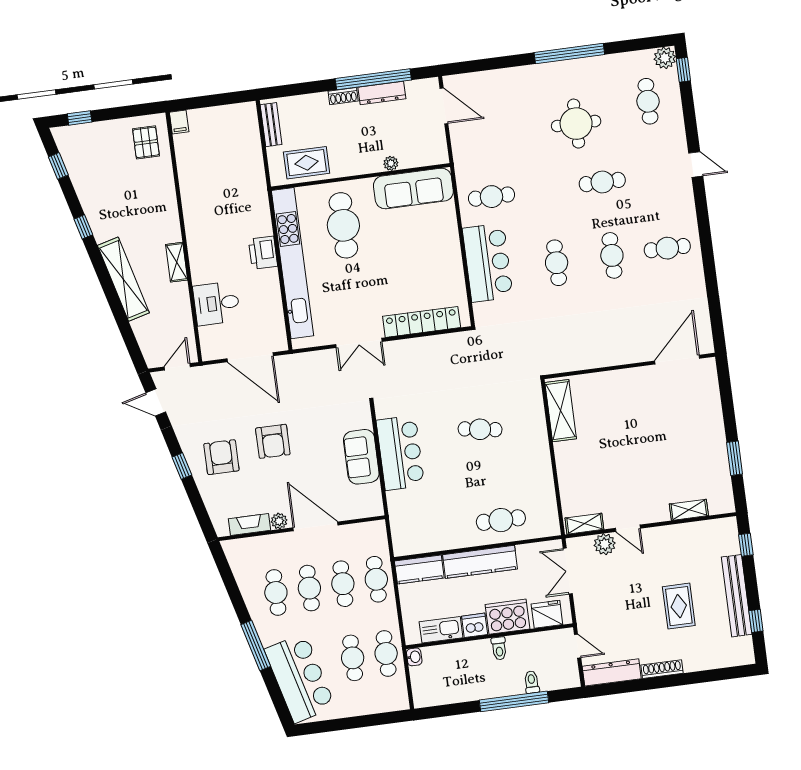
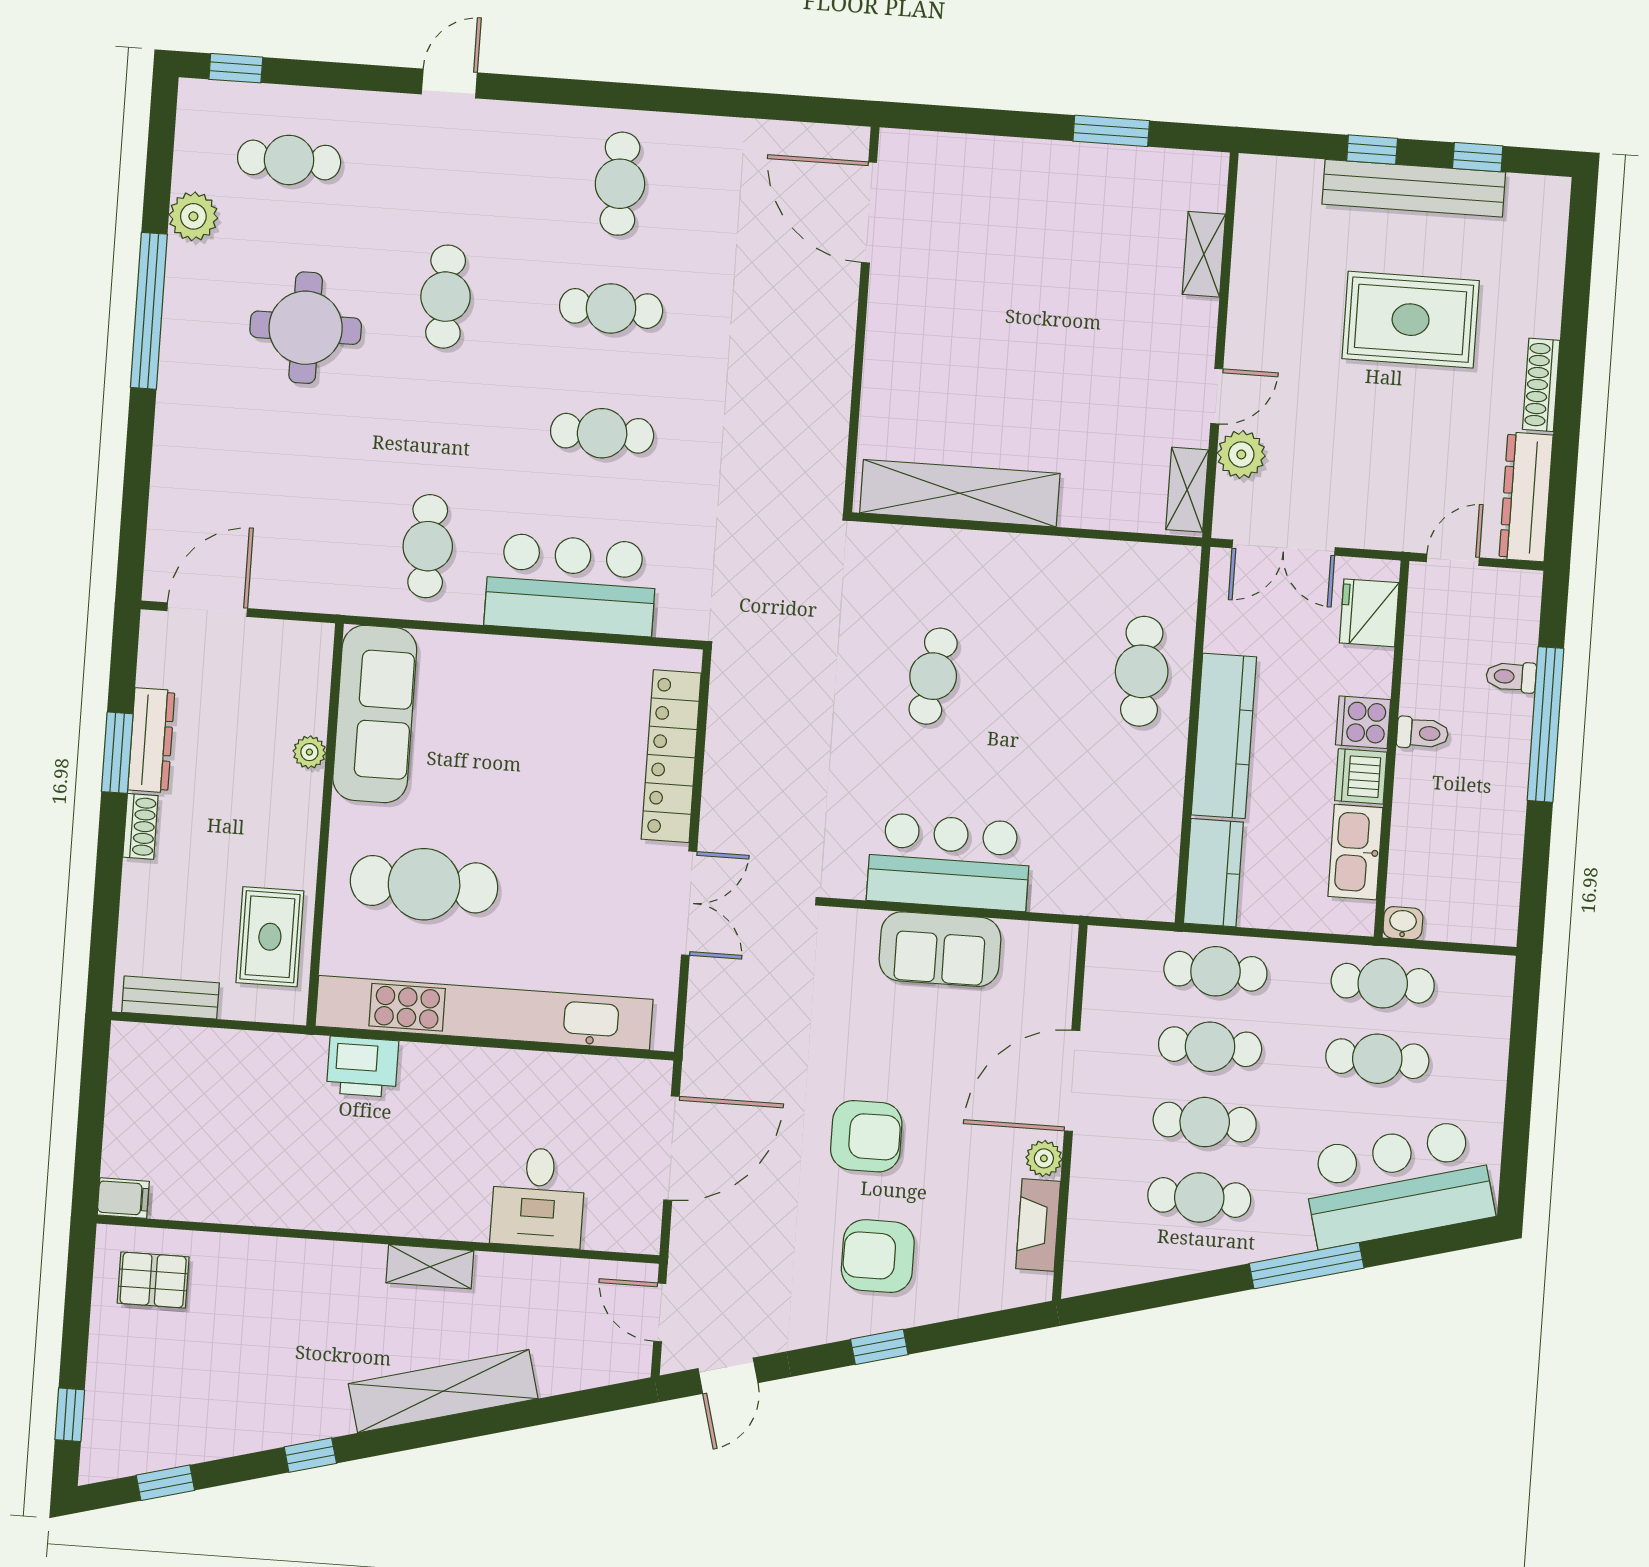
plant: (665, 58) -> (193, 216), moved
window: (373, 79) -> (117, 753), width x0.47
printer: (263, 253) -> (363, 1067), moved
shelving: (561, 411) -> (960, 493), width x1.47
window: (746, 545) -> (1372, 150), moved
rug: (679, 606) -> (1411, 320), width x1.36, depth x1.43
cooker: (507, 617) -> (1363, 722), width x0.53, depth x0.76

